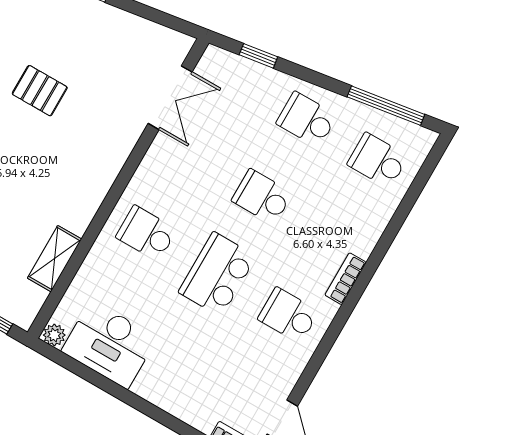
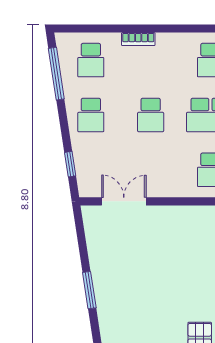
pallet: (40, 91) -> (163, 279), removed
bookcase: (346, 279) -> (138, 39), moved

